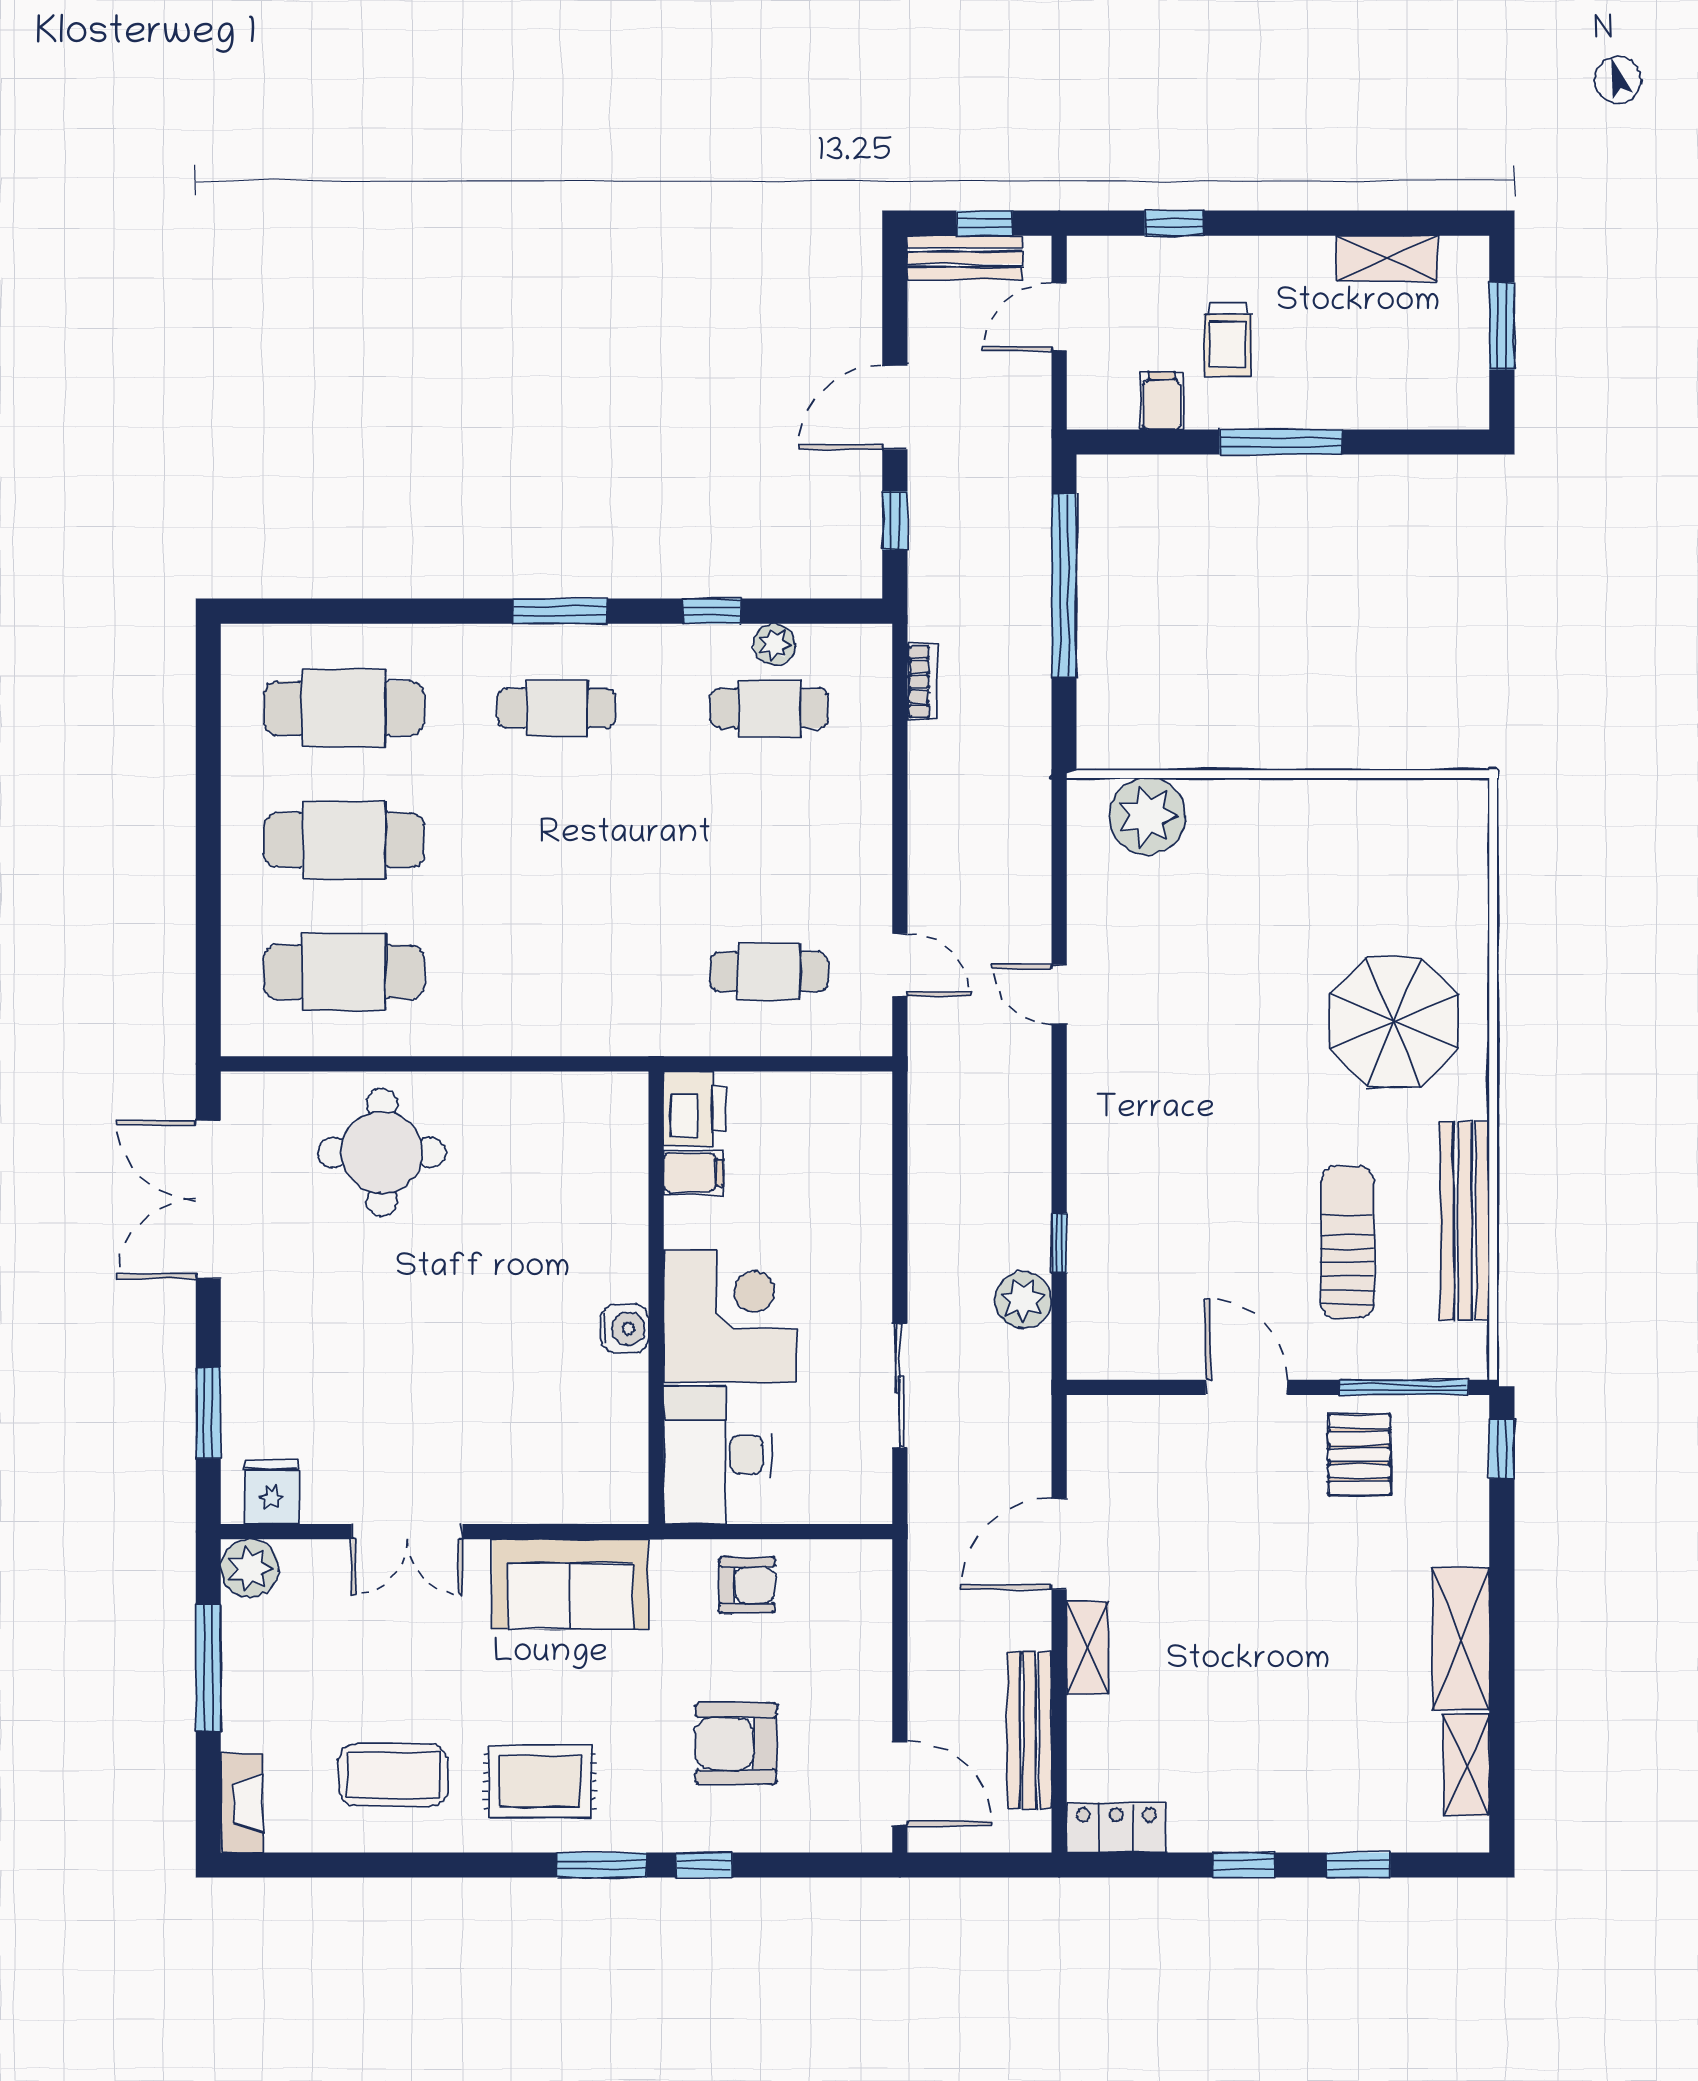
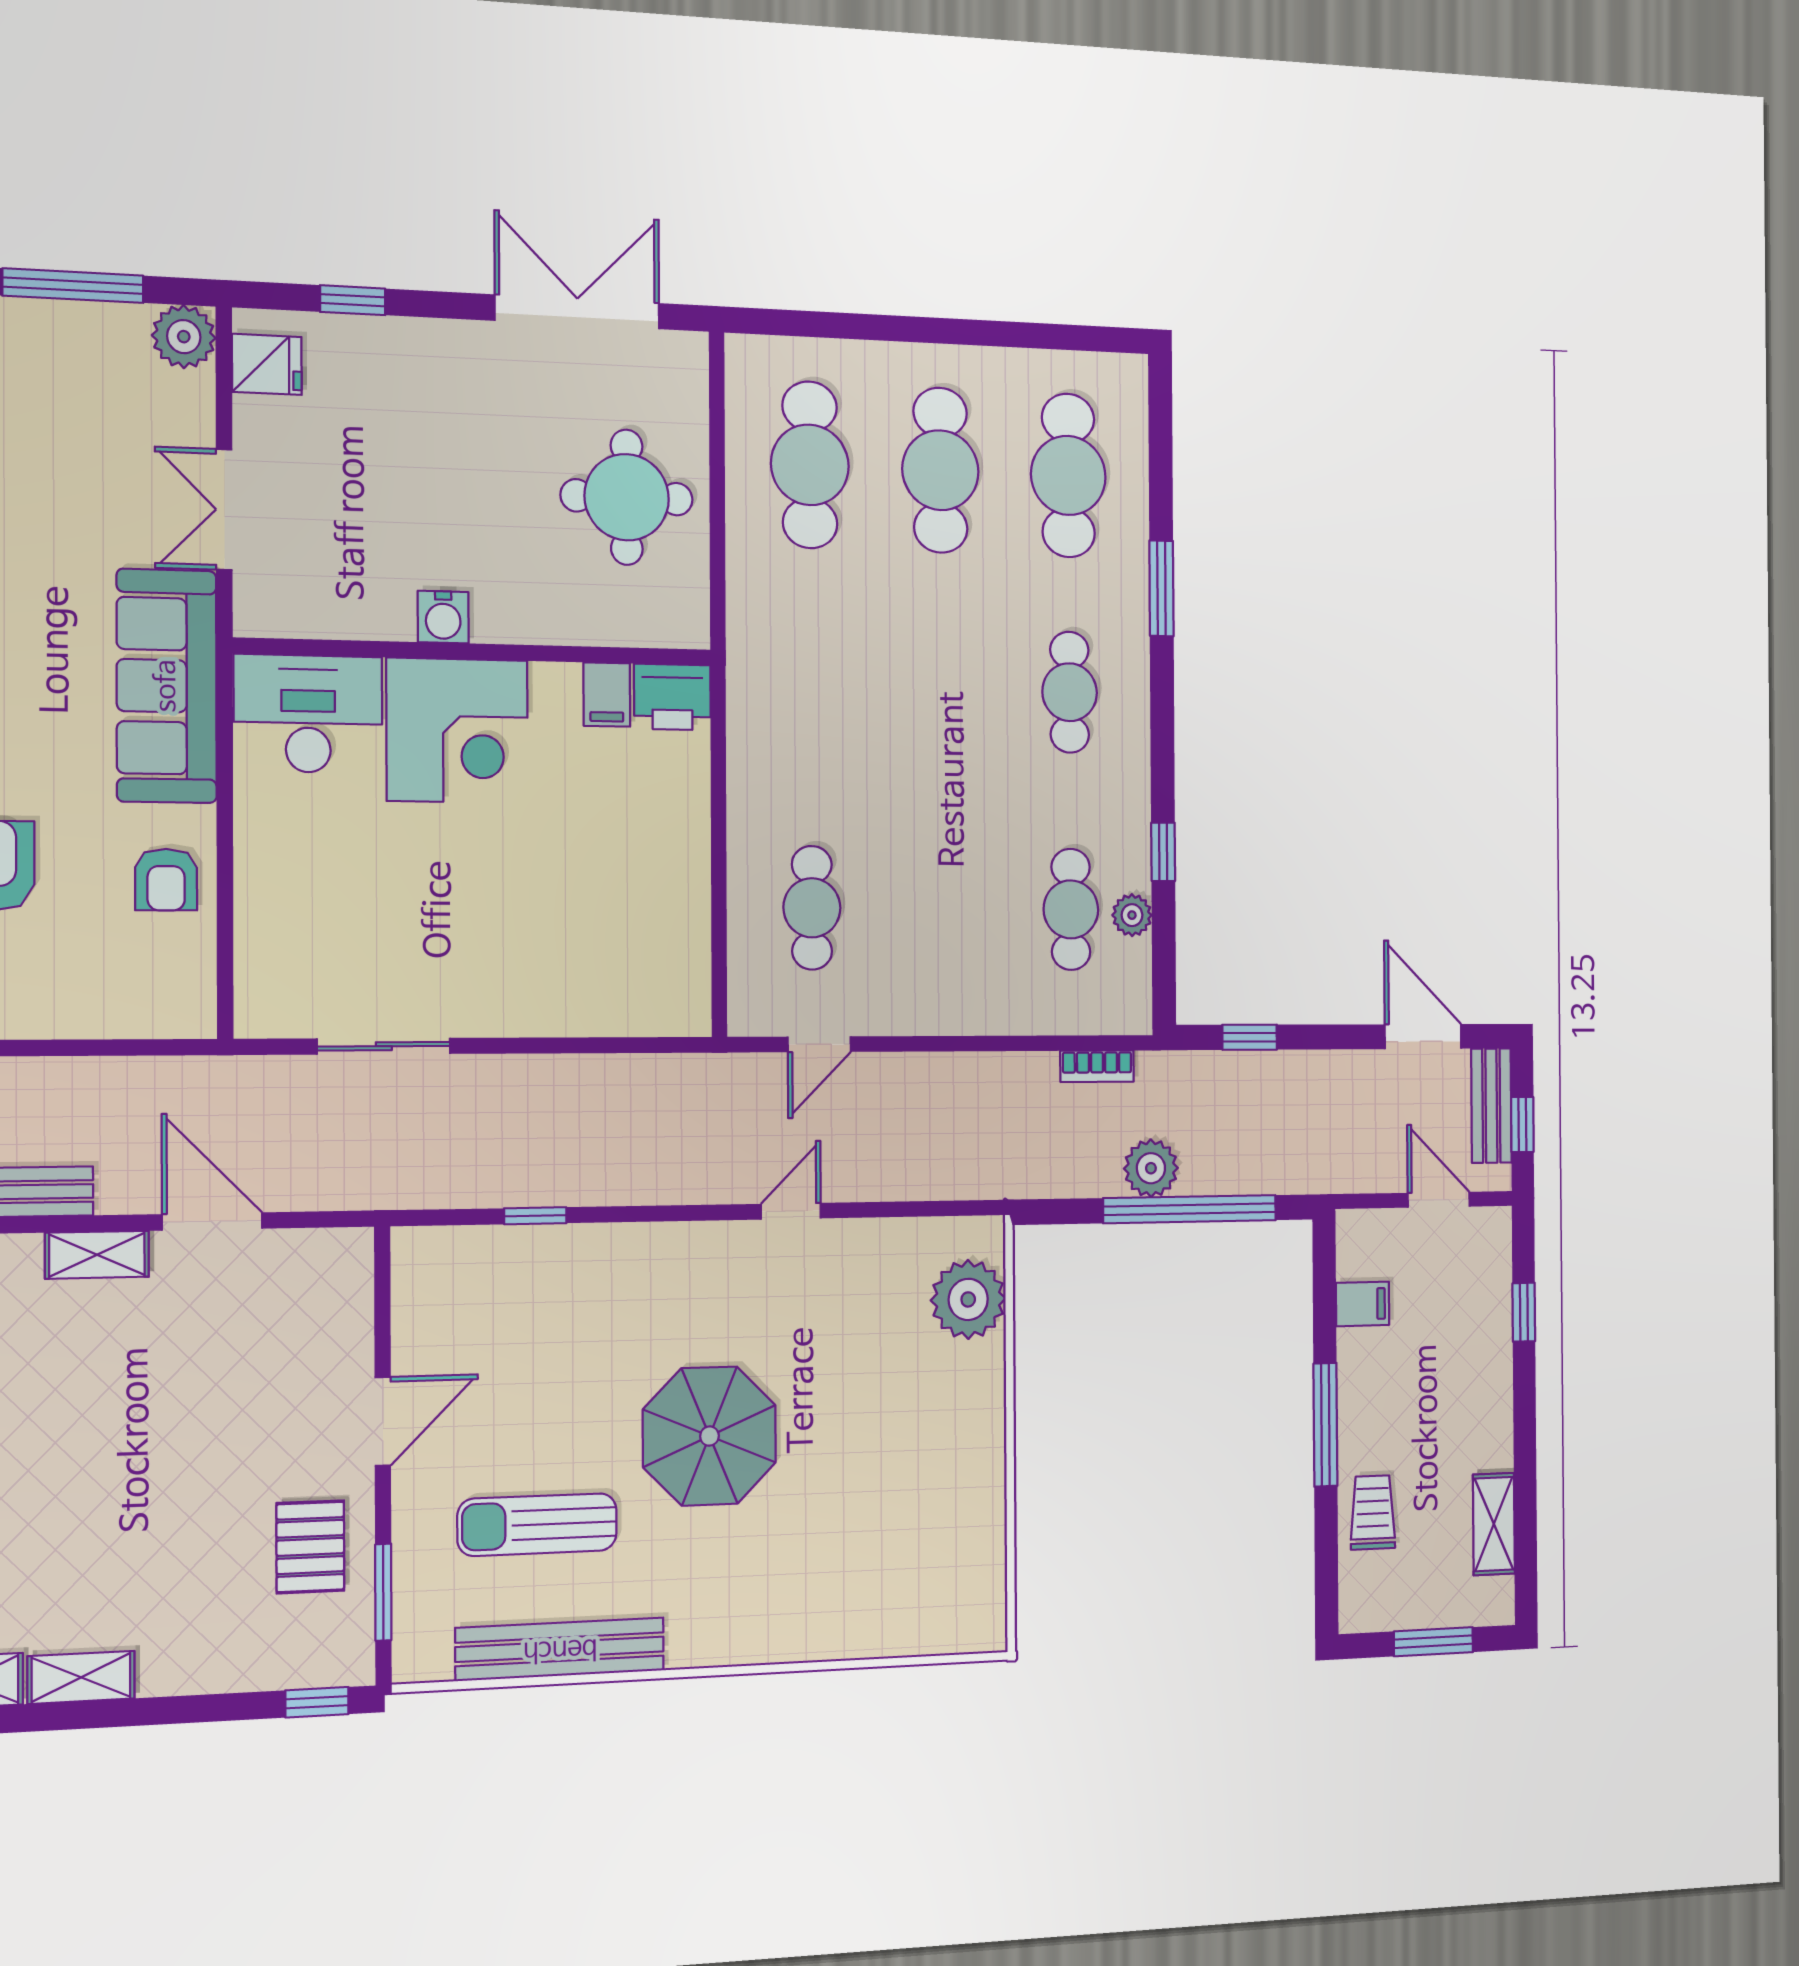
trolley: (1228, 340) -> (1373, 1512), moved, turned 90
door: (895, 408) -> (1423, 1037), moved
window: (560, 611) -> (1161, 588), moved
parasol: (1394, 1022) -> (709, 1436), moved
printer: (694, 1109) -> (672, 697), moved
filing cabinet: (693, 1173) -> (607, 695), moved
sun lounger: (1348, 1242) -> (537, 1525), turned 180
wall: (656, 1298) -> (476, 652), moved
plant: (1023, 1300) -> (1151, 1168), moved
corner desk: (730, 1316) -> (457, 731), moved
water cooler: (625, 1329) -> (443, 617), moved
window: (1404, 1387) -> (383, 1592), width x0.69
window: (208, 1413) -> (353, 300), width x0.67
desk: (717, 1455) -> (308, 714), moved
pallet: (1359, 1455) -> (310, 1547), turned 90
sofa: (570, 1584) -> (167, 686), width x1.36
shelving: (1461, 1639) -> (81, 1677), width x0.67, depth x0.75

